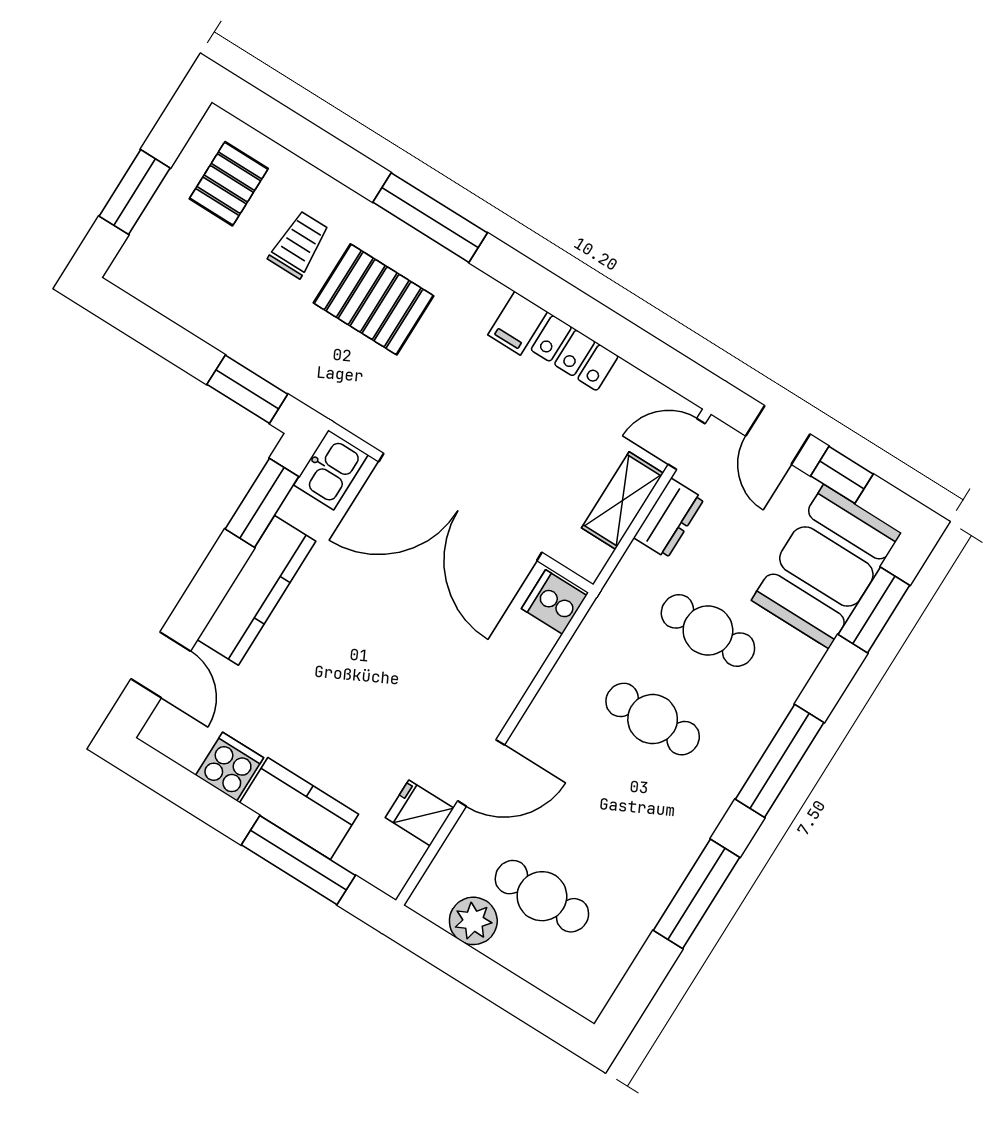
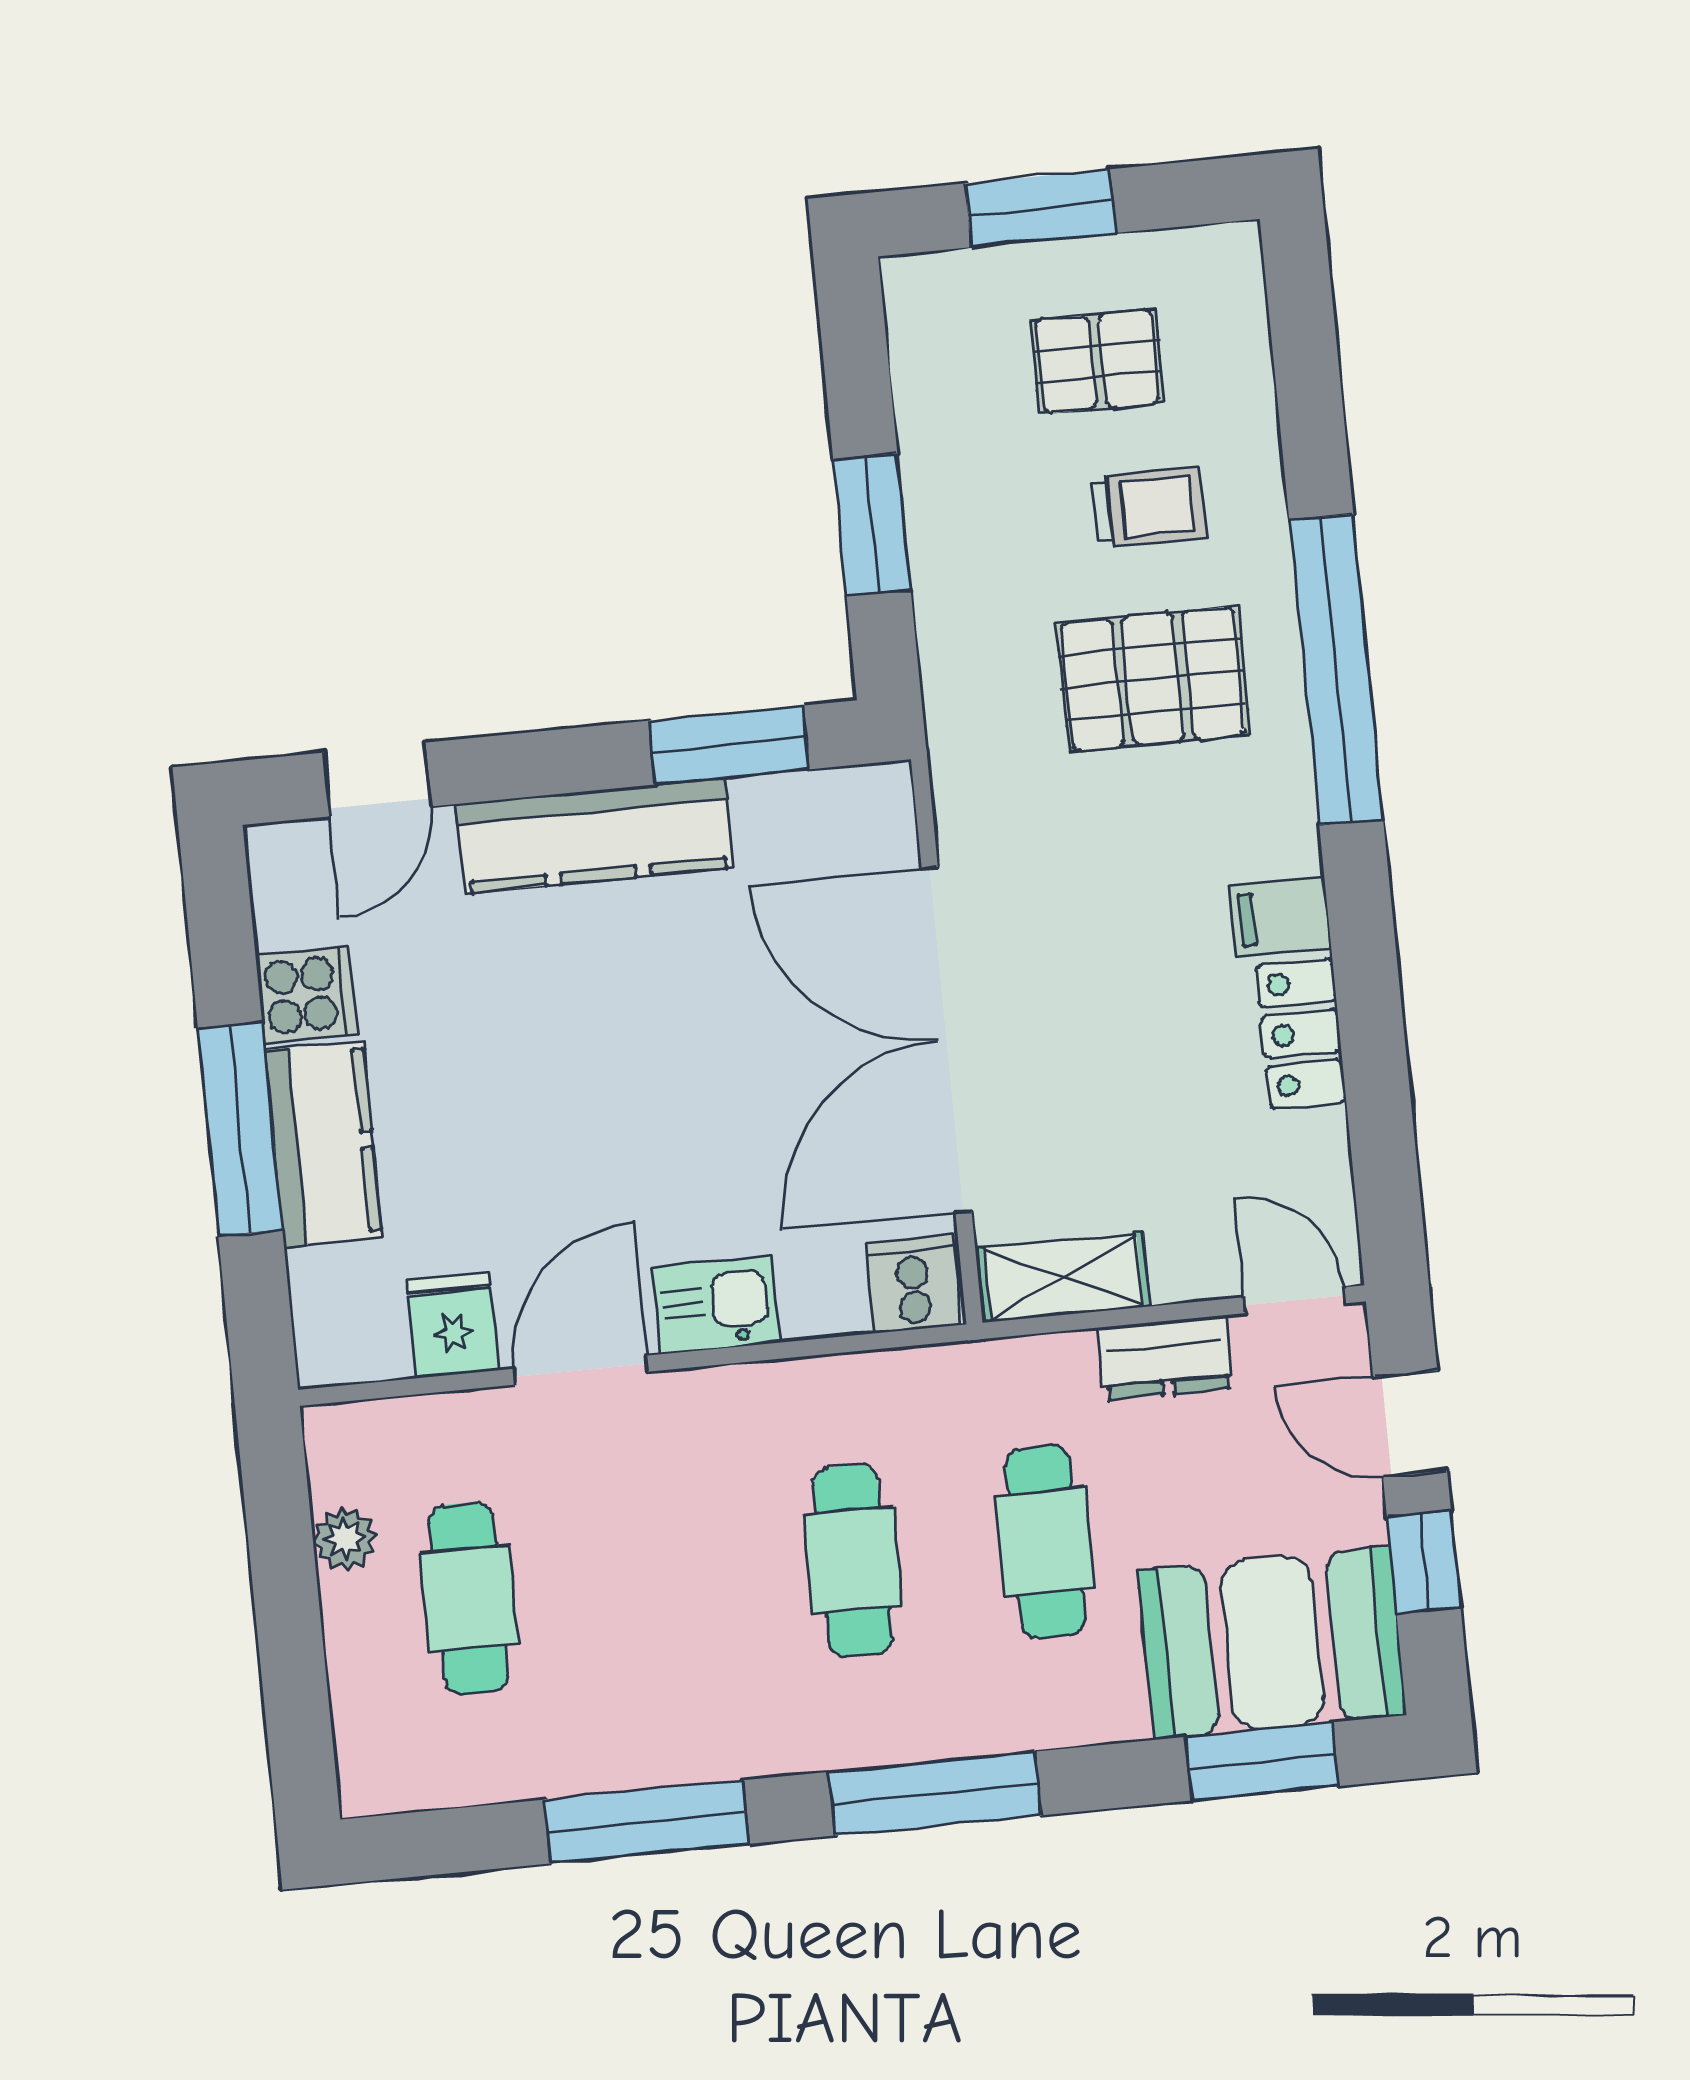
pallet: (229, 184) -> (1097, 361), moved
window: (430, 218) -> (1336, 669), width x1.46
pallet: (374, 299) -> (1153, 679), turned 90
window: (247, 389) -> (872, 524), moved
door: (778, 435) -> (1410, 1424), hinge flipped
kitchen sink: (331, 470) -> (716, 1305), moved, turned 180
shelving: (622, 500) -> (1064, 1277), moved
door: (481, 773) -> (581, 1370), swing flipped
window: (298, 860) -> (240, 1129), moved
plant: (473, 921) -> (345, 1539), width x0.73, depth x0.73

